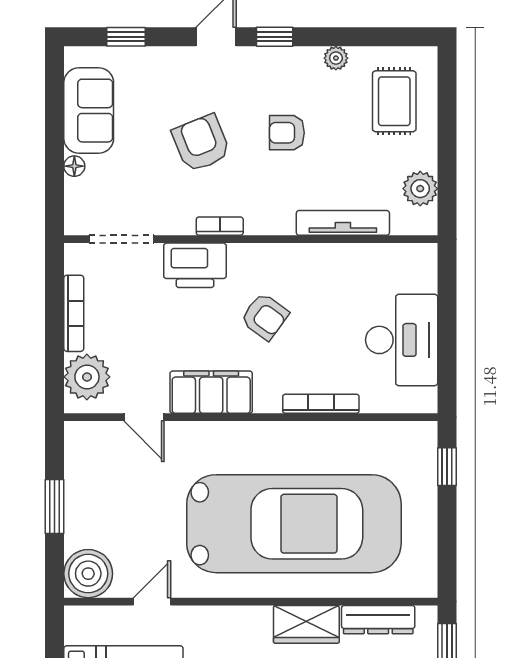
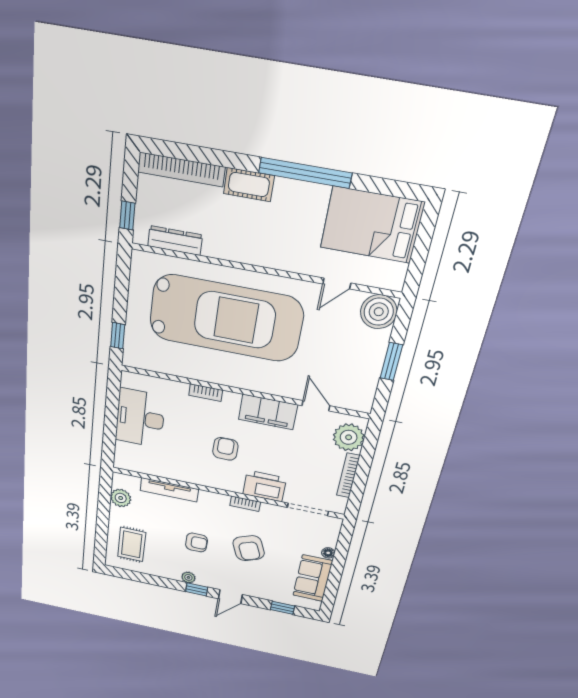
plant: (336, 58) -> (188, 577), moved
armchair: (265, 317) -> (225, 449), turned 54
bookcase: (321, 404) -> (206, 393), width x0.64
car: (294, 524) -> (226, 318), turned 180
wardrobe: (306, 624) -> (227, 246), removed

